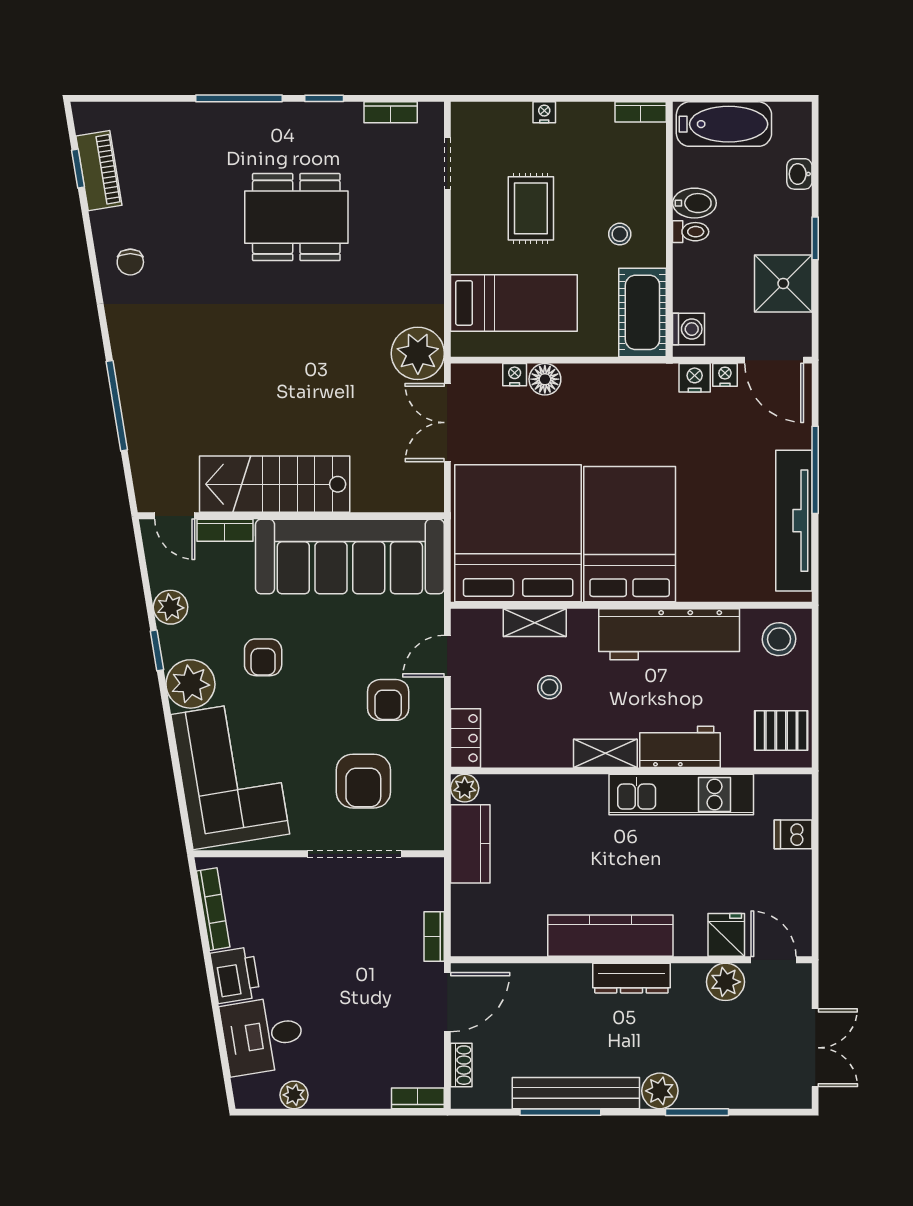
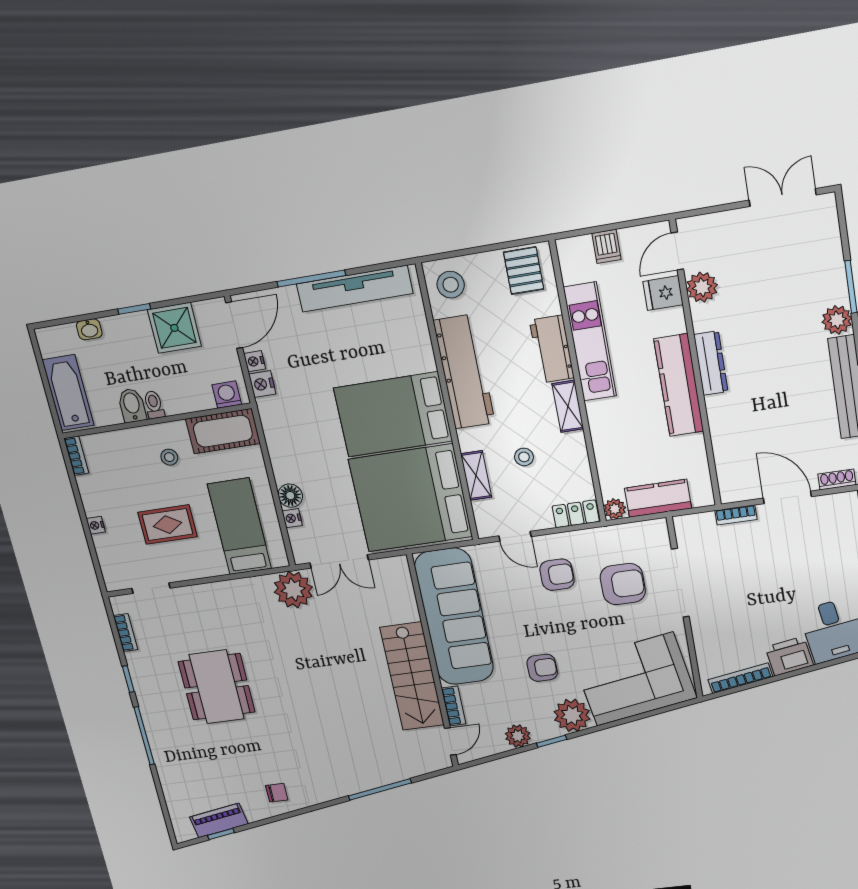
fridge: (726, 935) -> (663, 293), moved
kitchen counter: (610, 936) -> (679, 385), moved
wall: (631, 960) -> (696, 366), moved
door: (774, 960) -> (677, 251), moved
dresser: (631, 978) -> (711, 363), moved
plant: (726, 982) -> (702, 287), moved

